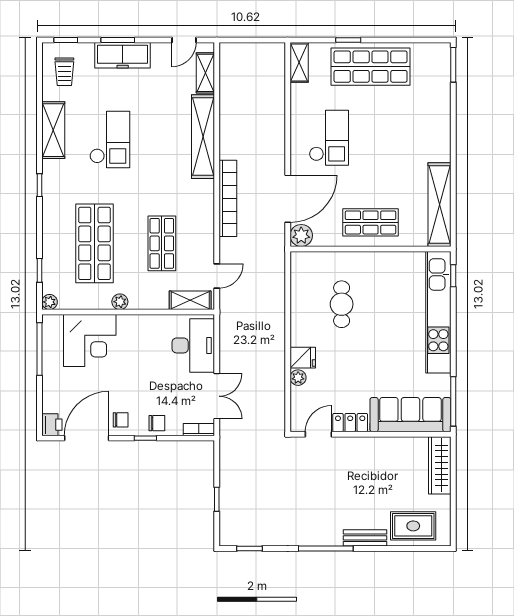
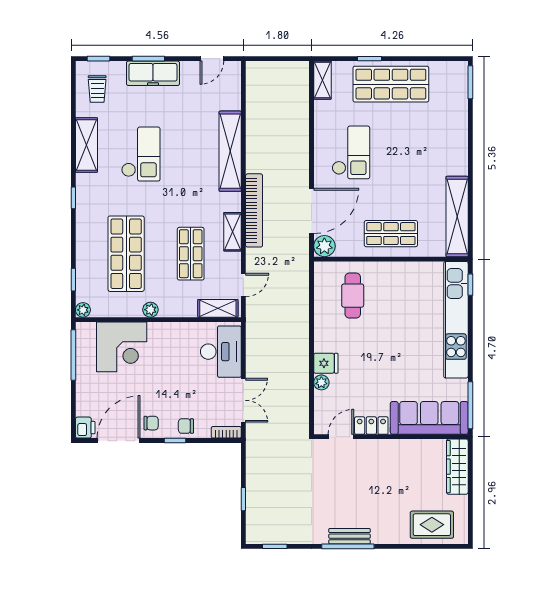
shelving: (205, 73) -> (232, 232), moved
cafe table: (342, 304) -> (353, 296), moved
chair: (157, 423) -> (186, 426), turned 180
bench: (365, 538) -> (350, 536), moved

